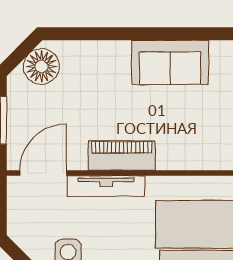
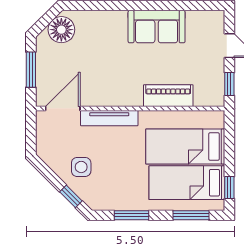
piano: (122, 156) -> (168, 96), moved

